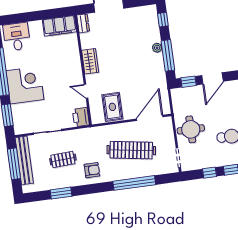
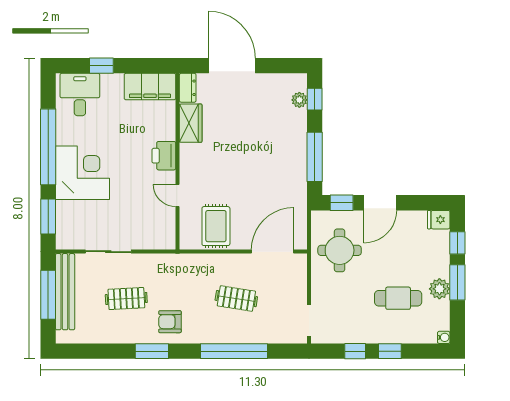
window: (28, 17) -> (101, 66), added
plant: (157, 48) -> (299, 100), moved
wardrobe: (90, 61) -> (191, 123), moved
printer: (81, 117) -> (164, 156), moved
round table: (191, 129) -> (340, 250), moved
clothes rail: (131, 150) -> (236, 299), width x0.54, depth x0.76
armchair: (92, 170) -> (170, 322), turned 180
window: (61, 193) -> (152, 351), moved

